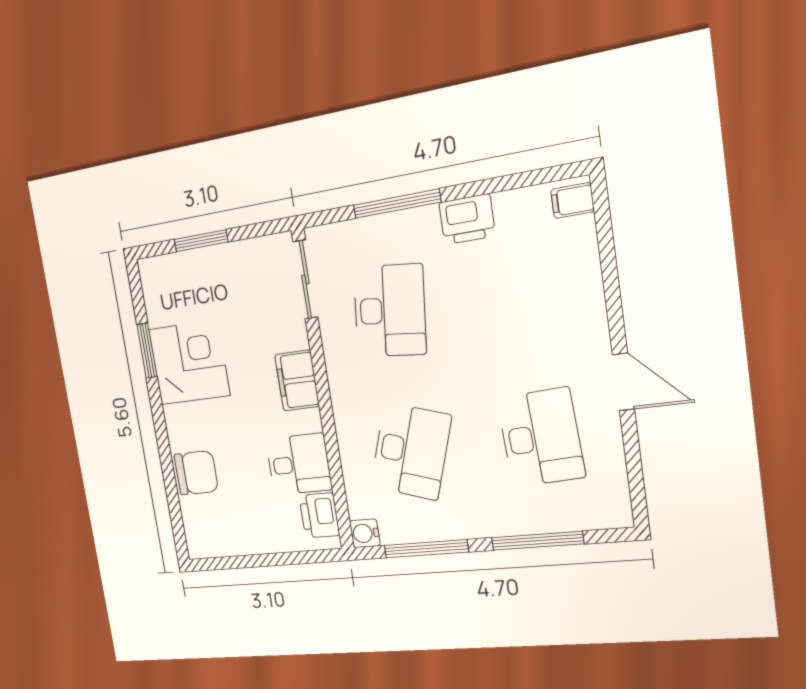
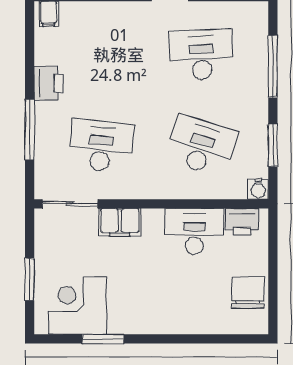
corner desk: (189, 362) -> (78, 306), moved
filing cabinet: (297, 380) -> (120, 222), moved
desk: (299, 464) -> (194, 231), width x1.37
chair: (196, 473) -> (248, 292), moved
window: (426, 549) -> (273, 145), width x0.69

